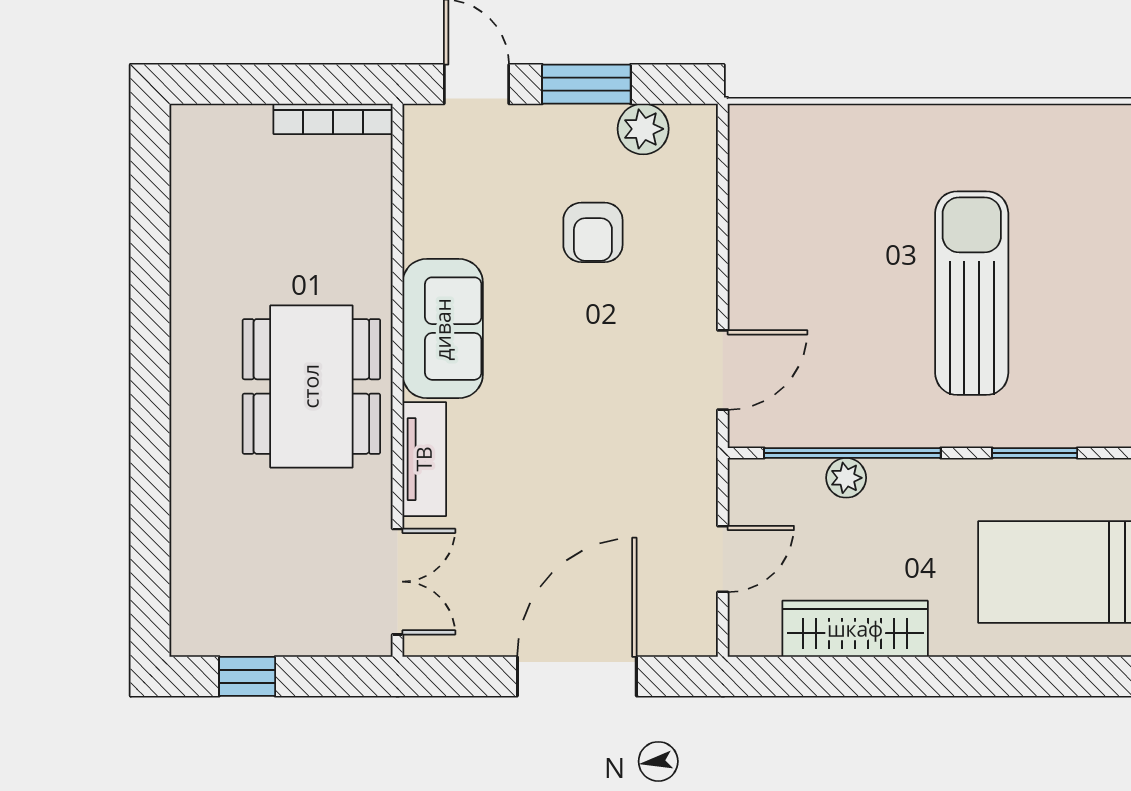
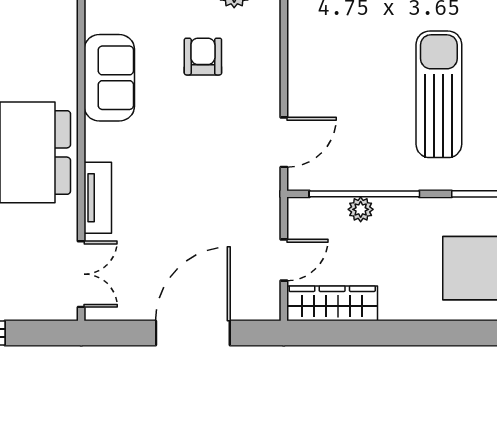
armchair: (593, 232) -> (203, 57), turned 180
sofa: (443, 329) -> (109, 78), moved
wardrobe: (855, 629) -> (332, 303), moved

